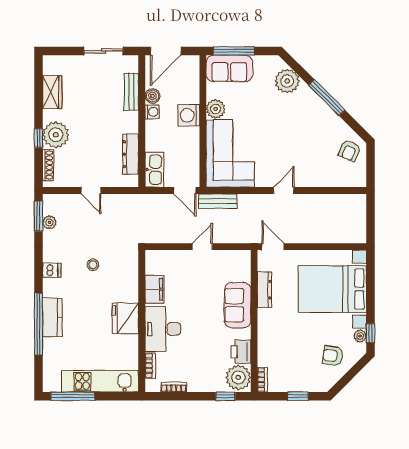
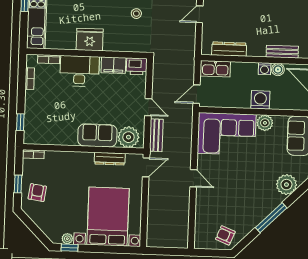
bench: (218, 201) -> (156, 135), moved
printer: (241, 352) -> (137, 66), moved, turned 180
armchair: (333, 356) -> (37, 193), moved
plant: (238, 377) -> (128, 137), moved

